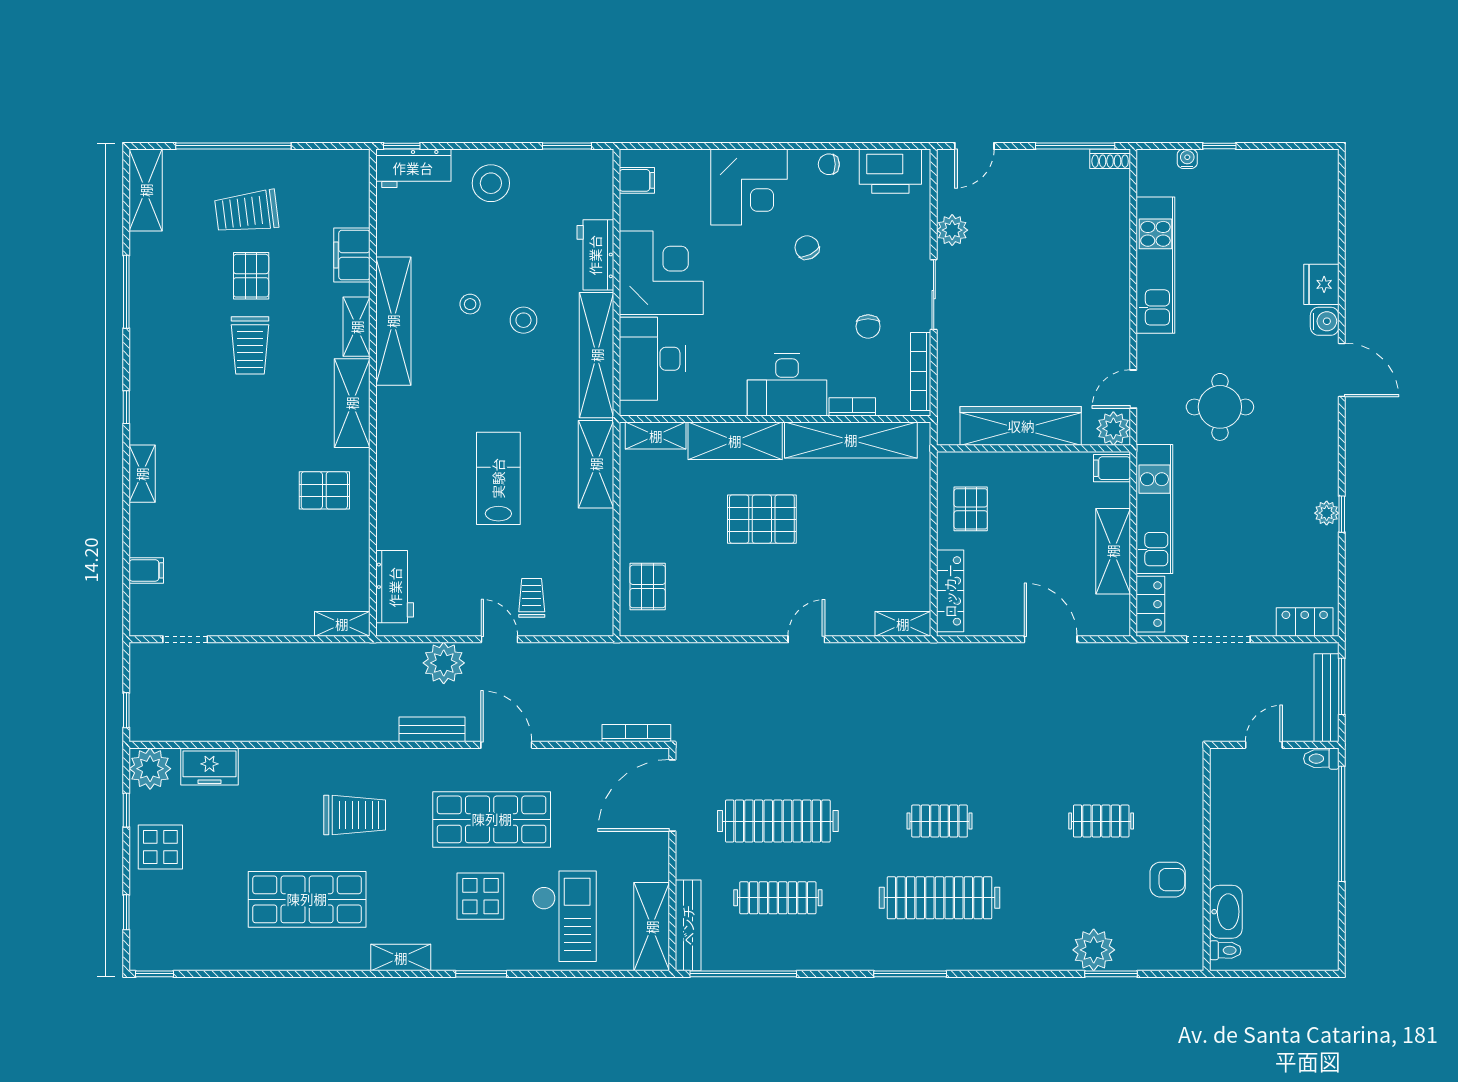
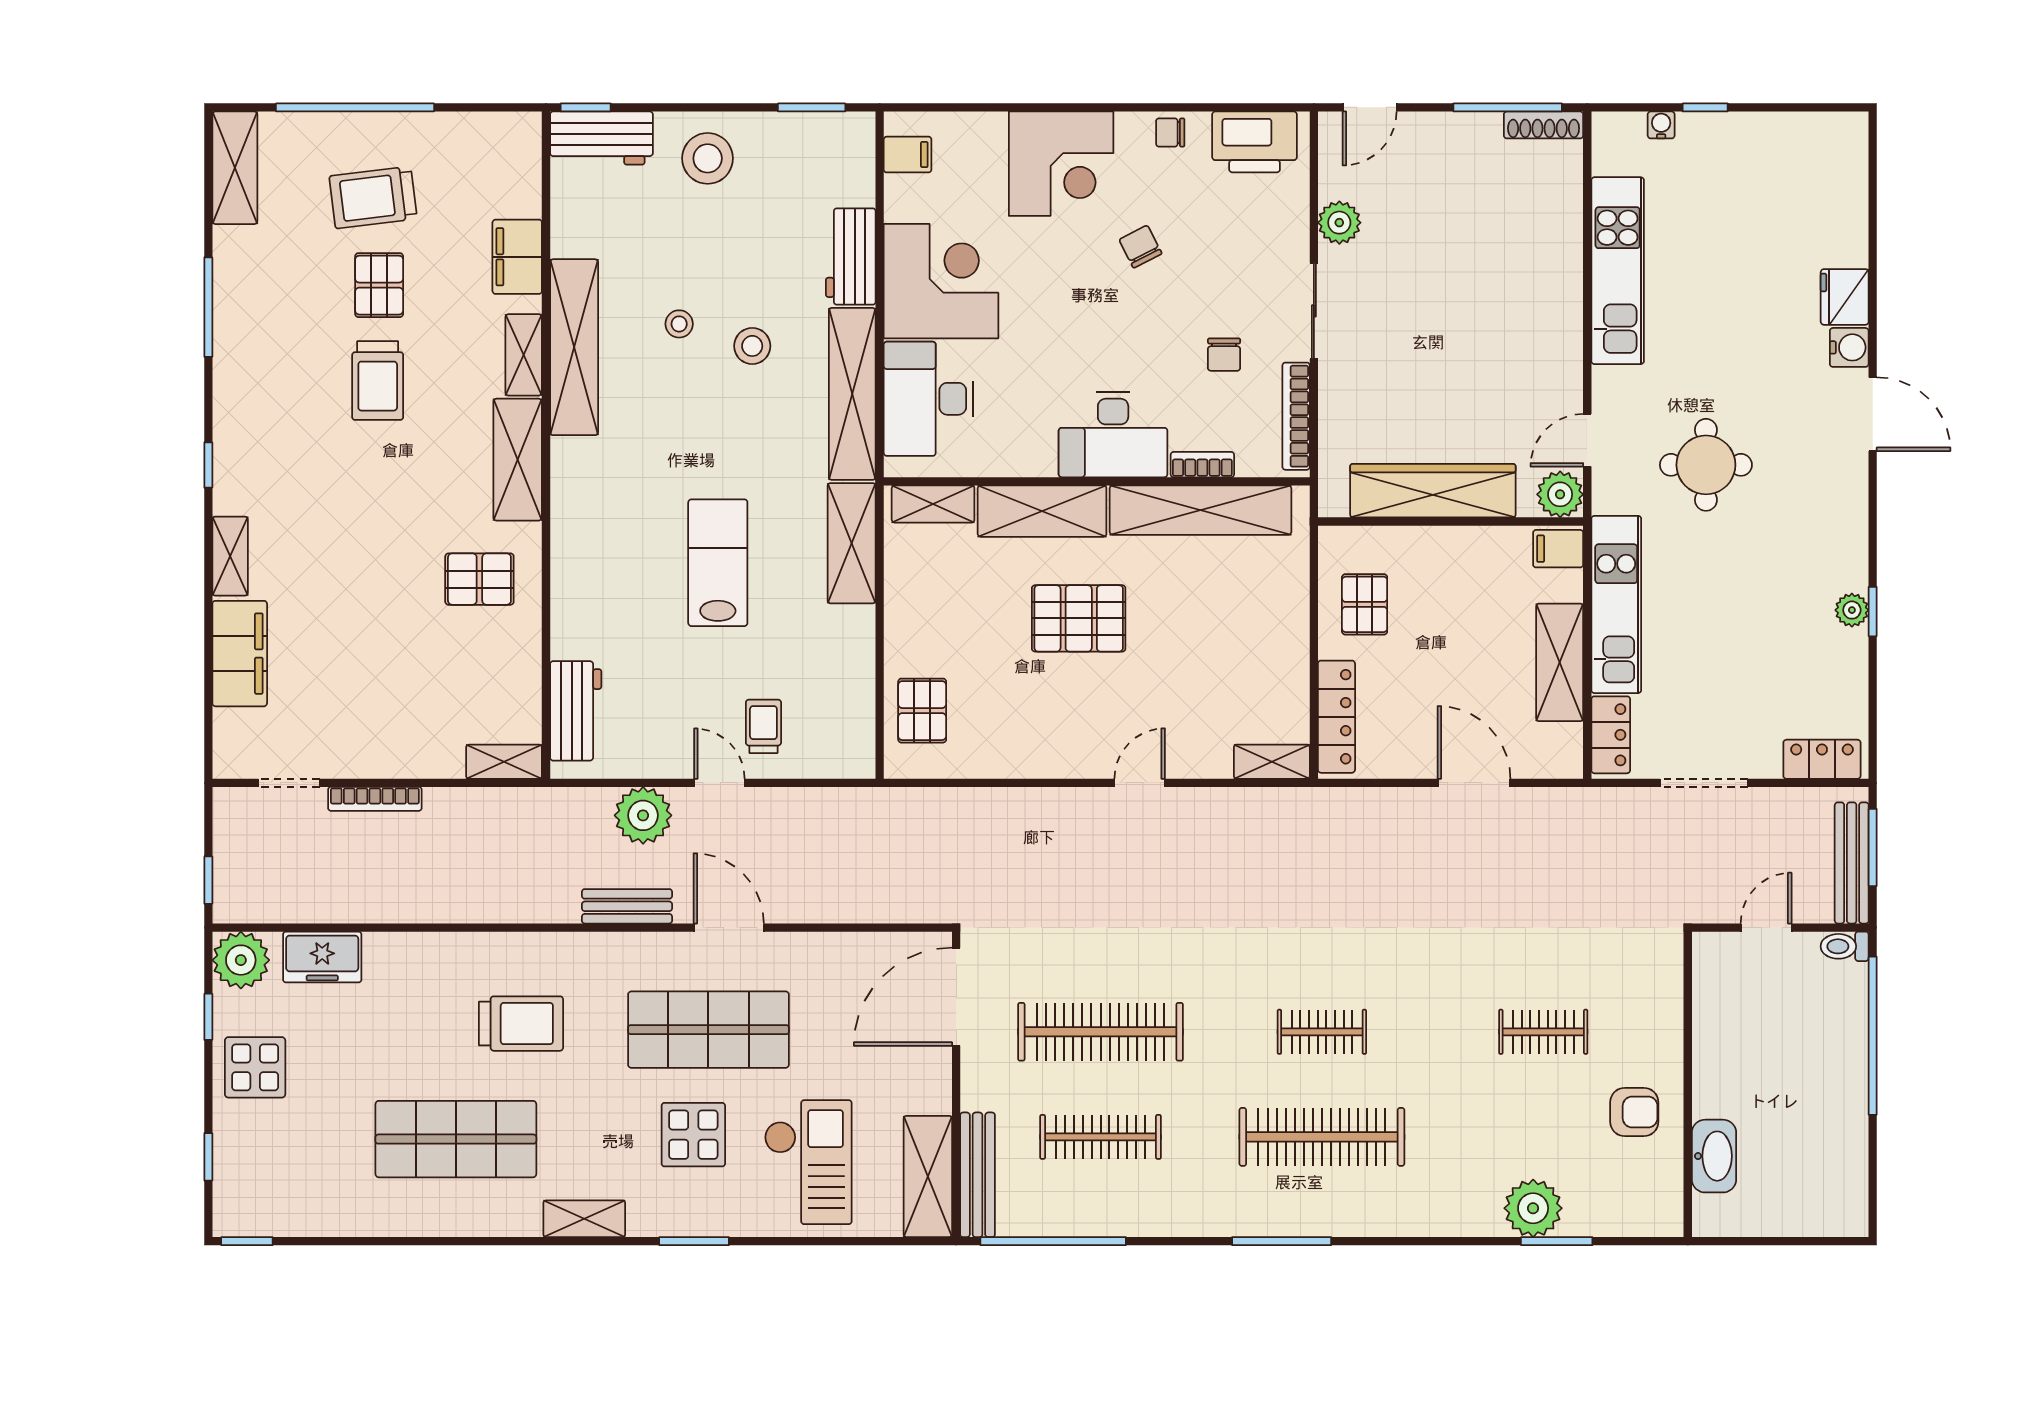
shoe rack: (1110, 159) -> (1544, 125), width x1.43
filing cabinet: (146, 570) -> (240, 654), width x3.00, depth x1.17
bookcase: (636, 733) -> (375, 799), moved, turned 180
toilet: (1225, 950) -> (1713, 1209), removed

